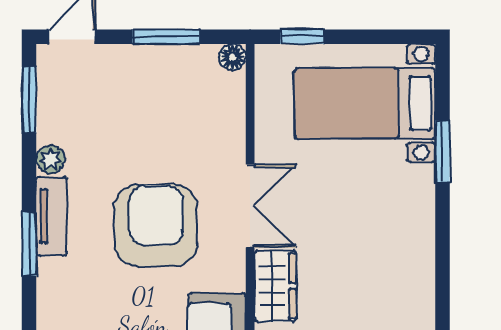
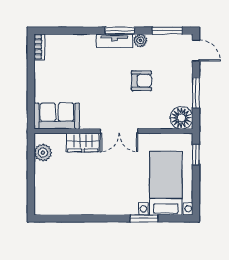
floor lamp: (233, 57) -> (181, 118), width x1.89, depth x1.89
armchair: (156, 225) -> (141, 81), moved, width x0.53, depth x0.53
window: (29, 244) -> (120, 31), moved

